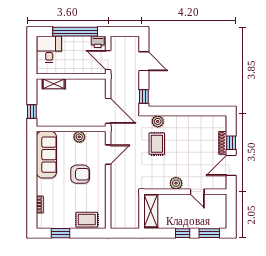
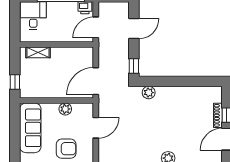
door: (108, 60) -> (96, 27), hinge flipped
door: (144, 61) -> (134, 29), hinge flipped
door: (108, 111) -> (96, 81), swing flipped
rug: (157, 144) -> (148, 116), removed

